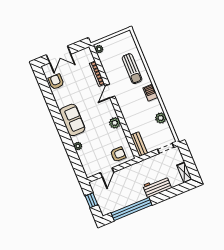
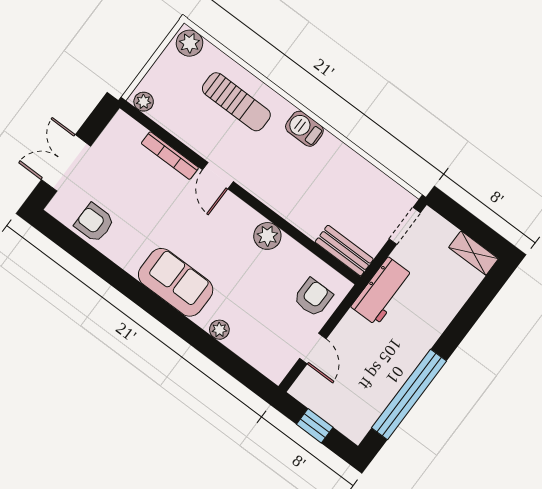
double door: (59, 54) -> (66, 163), swing flipped
plant: (161, 118) -> (189, 43), moved
workbench: (157, 187) -> (382, 291), moved, turned 180

